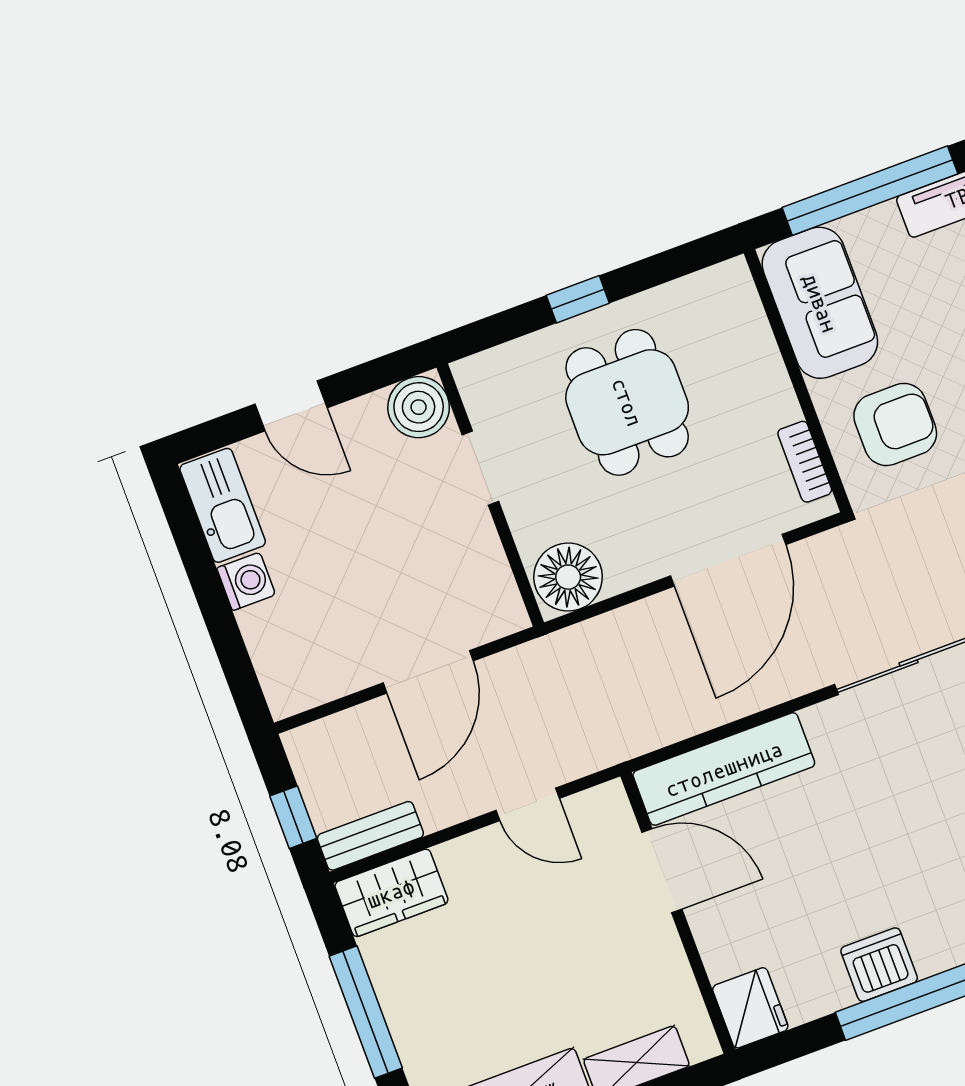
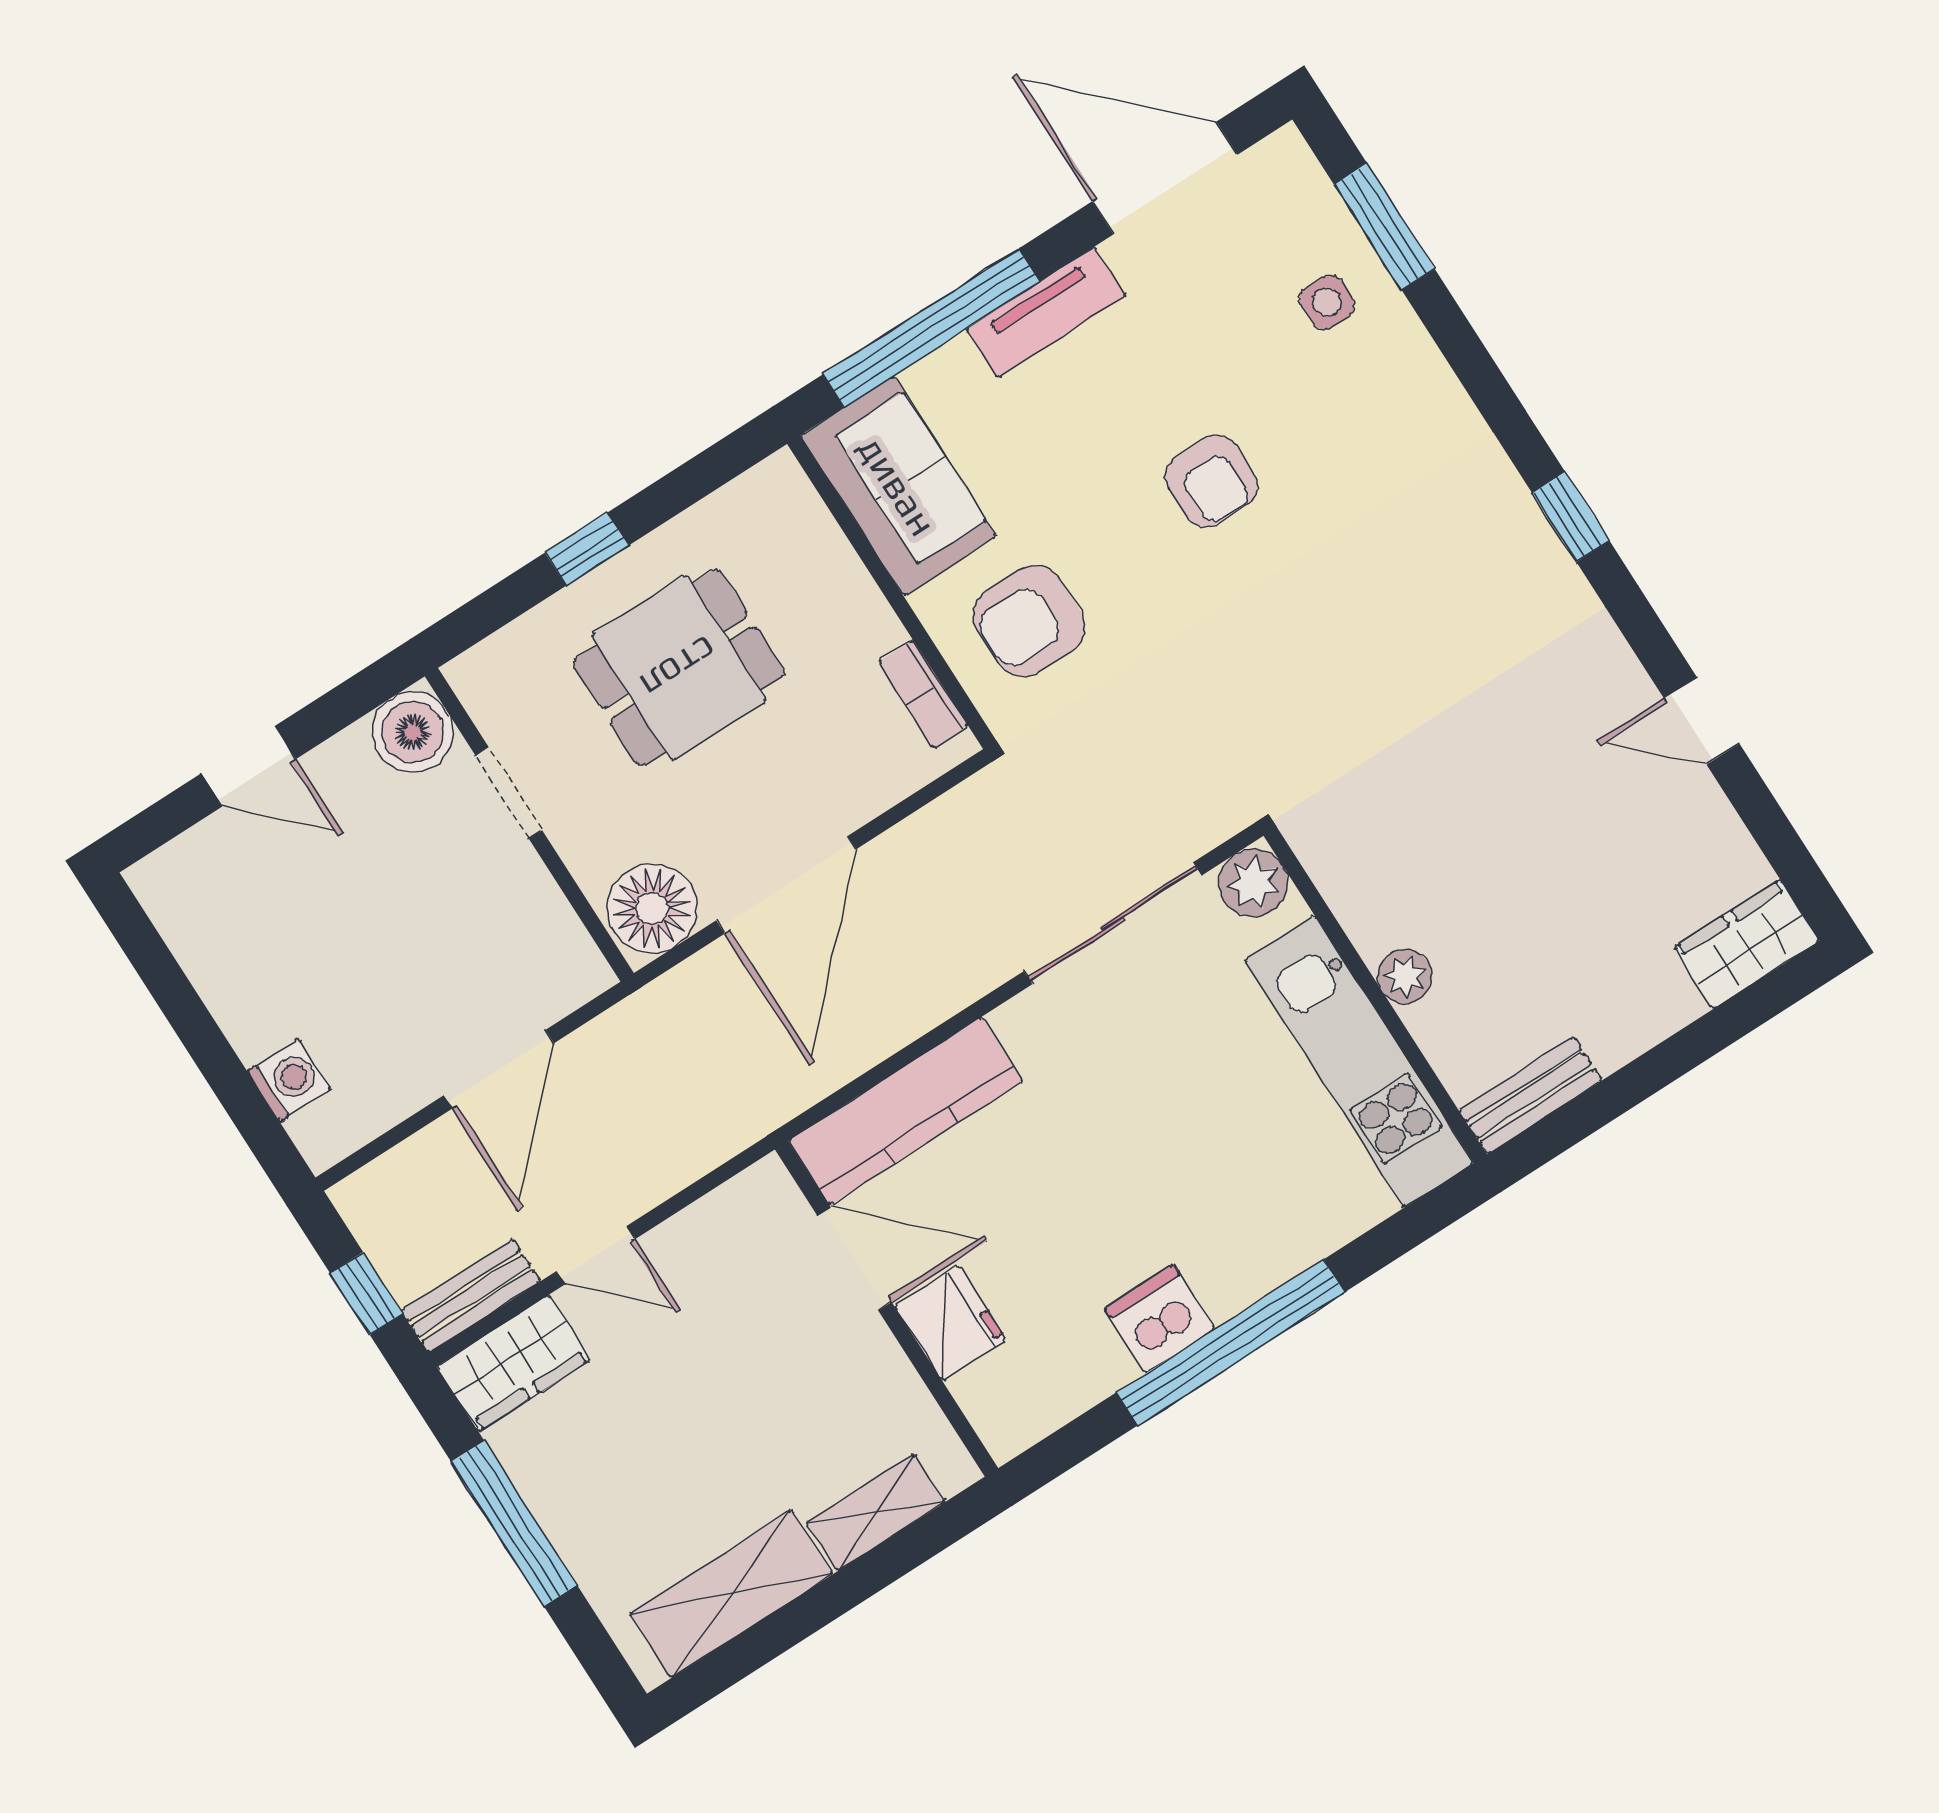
dining table: (627, 402) -> (679, 668), turned 90
armchair: (895, 424) -> (1029, 621), turned 180
kitchen sink: (223, 505) -> (189, 913), removed
door: (728, 560) -> (786, 885), moved
washing machine: (246, 581) -> (289, 1080), moved
door: (528, 804) -> (596, 1255), moved
fridge: (750, 1008) -> (950, 1323), moved

